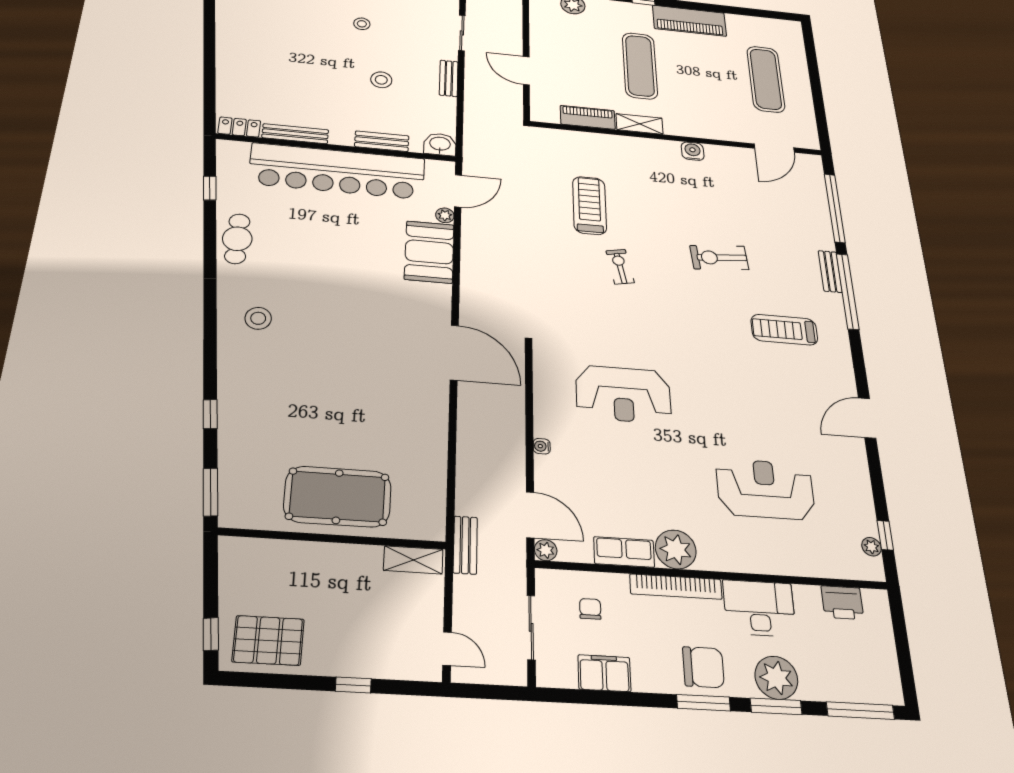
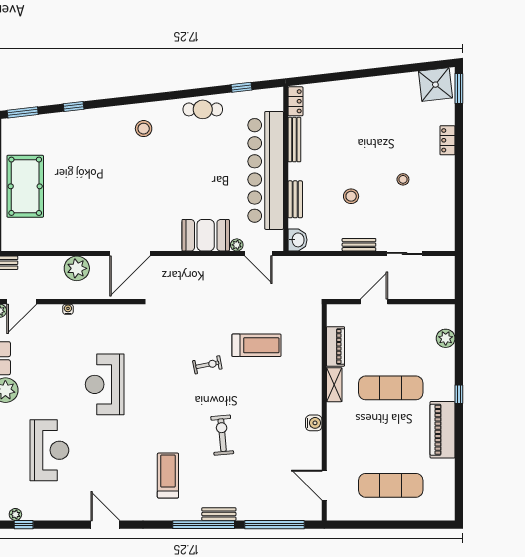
reception desk: (623, 394) -> (105, 384), moved
plant: (476, 429) -> (77, 268), added

